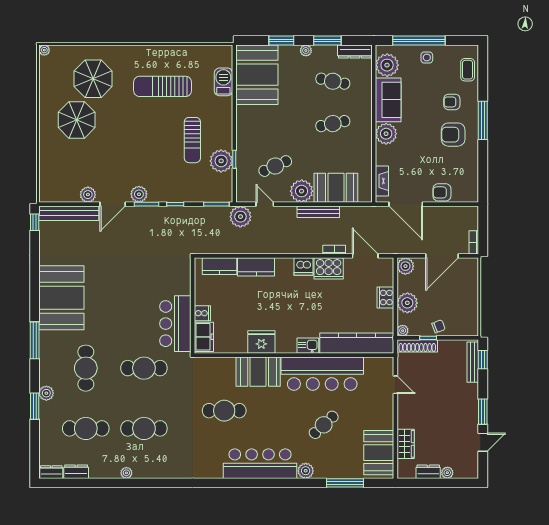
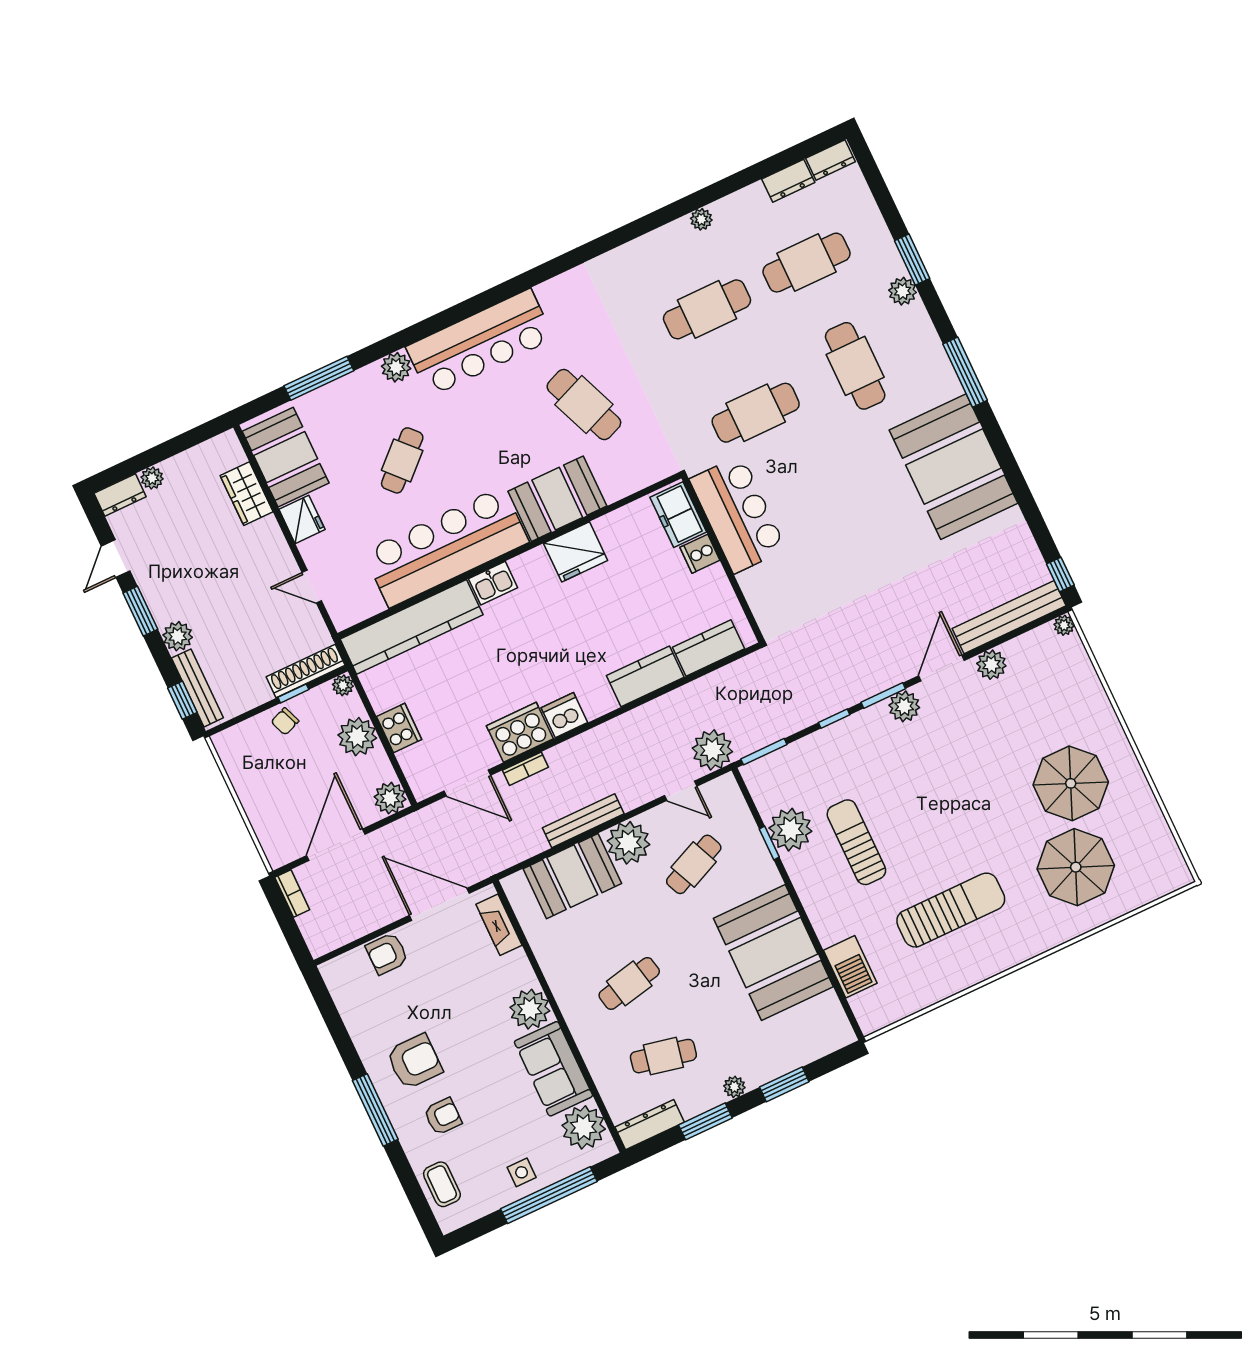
plant: (44, 50) -> (1064, 625), moved
booth: (257, 75) -> (773, 953), moved
armchair: (442, 192) -> (387, 954), turned 180
plant: (471, 391) -> (178, 636), added
cafe table: (224, 411) -> (584, 405), turned 68
fridge: (385, 419) -> (302, 519), added
dresser: (428, 472) -> (120, 495), moved

